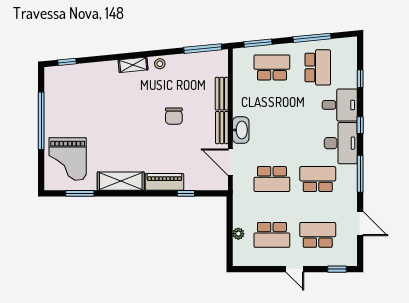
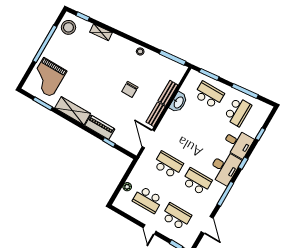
shelving: (133, 65) -> (101, 32), moved
stool: (58, 85) -> (68, 27), added
washbasin: (241, 130) -> (178, 102), moved
school desk: (272, 179) -> (168, 165), turned 180

